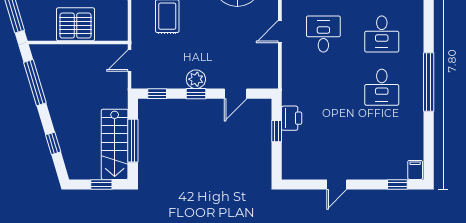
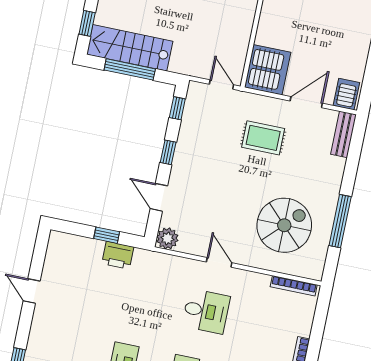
server rack: (76, 24) -> (268, 70), moved
plant: (196, 79) -> (167, 238), moved

